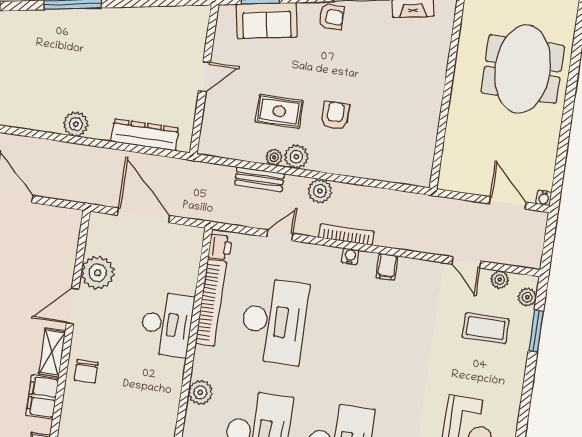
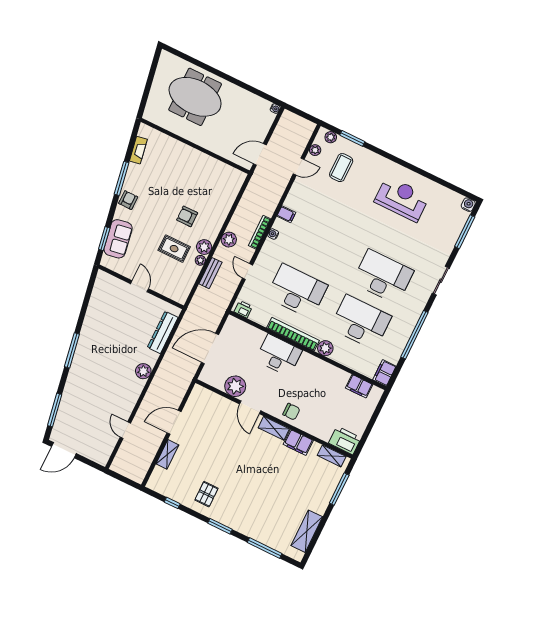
rug: (279, 111) -> (174, 249), turned 90
door: (508, 203) -> (260, 154), moved
bookcase: (211, 303) -> (293, 334), moved

